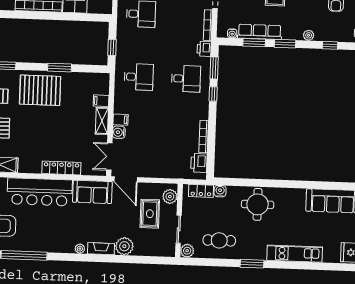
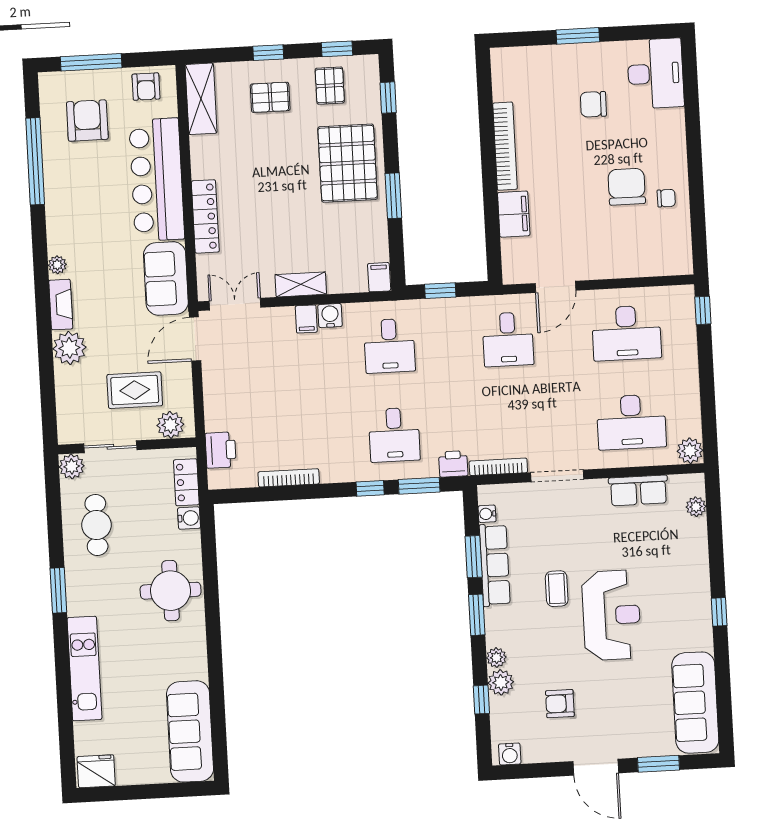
plant: (322, 34) -> (501, 682), added
filing cabinet: (101, 101) -> (379, 277), moved
water cooler: (119, 132) -> (330, 316), moved
printer: (199, 163) -> (221, 450), moved, turned 90

